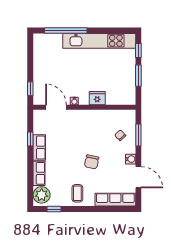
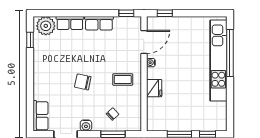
kitchen unit: (99, 41) -> (218, 61), moved
window: (30, 139) -> (126, 13), moved
coffee table: (77, 193) -> (123, 80), moved
row of seats: (115, 200) -> (41, 116), width x0.68

